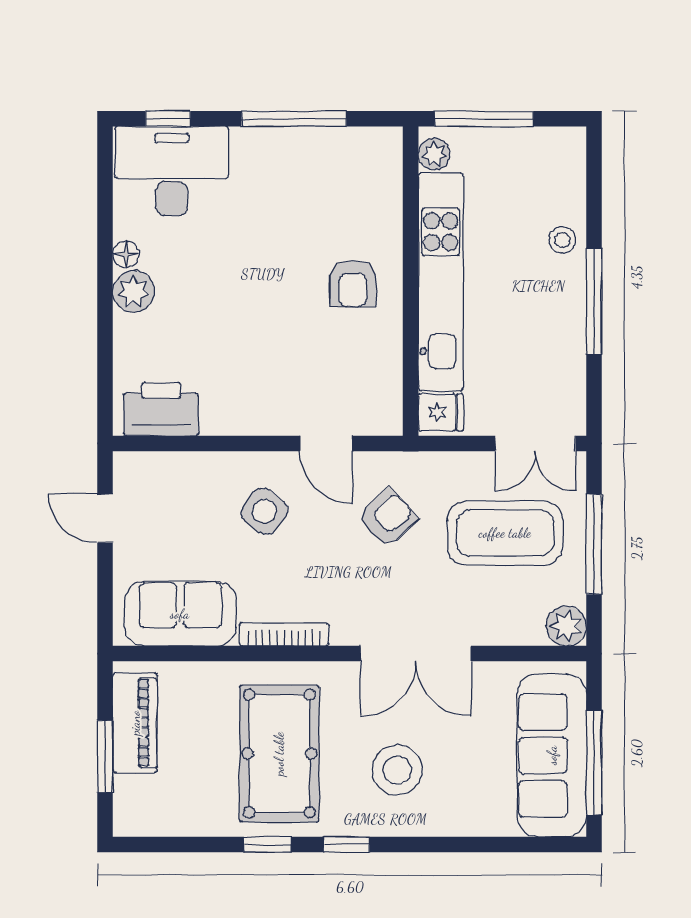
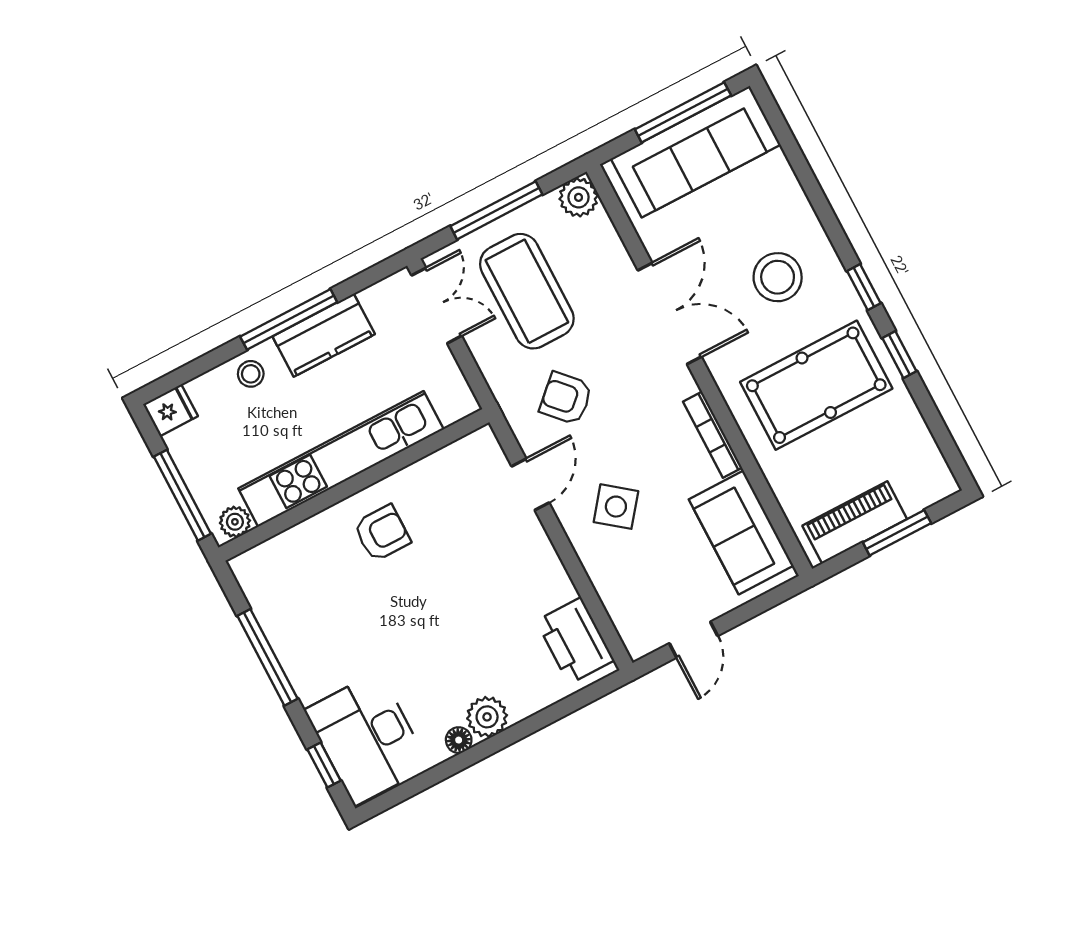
kitchen counter: (563, 326) -> (324, 335), added
fridge: (441, 412) -> (170, 410), moved, turned 90

